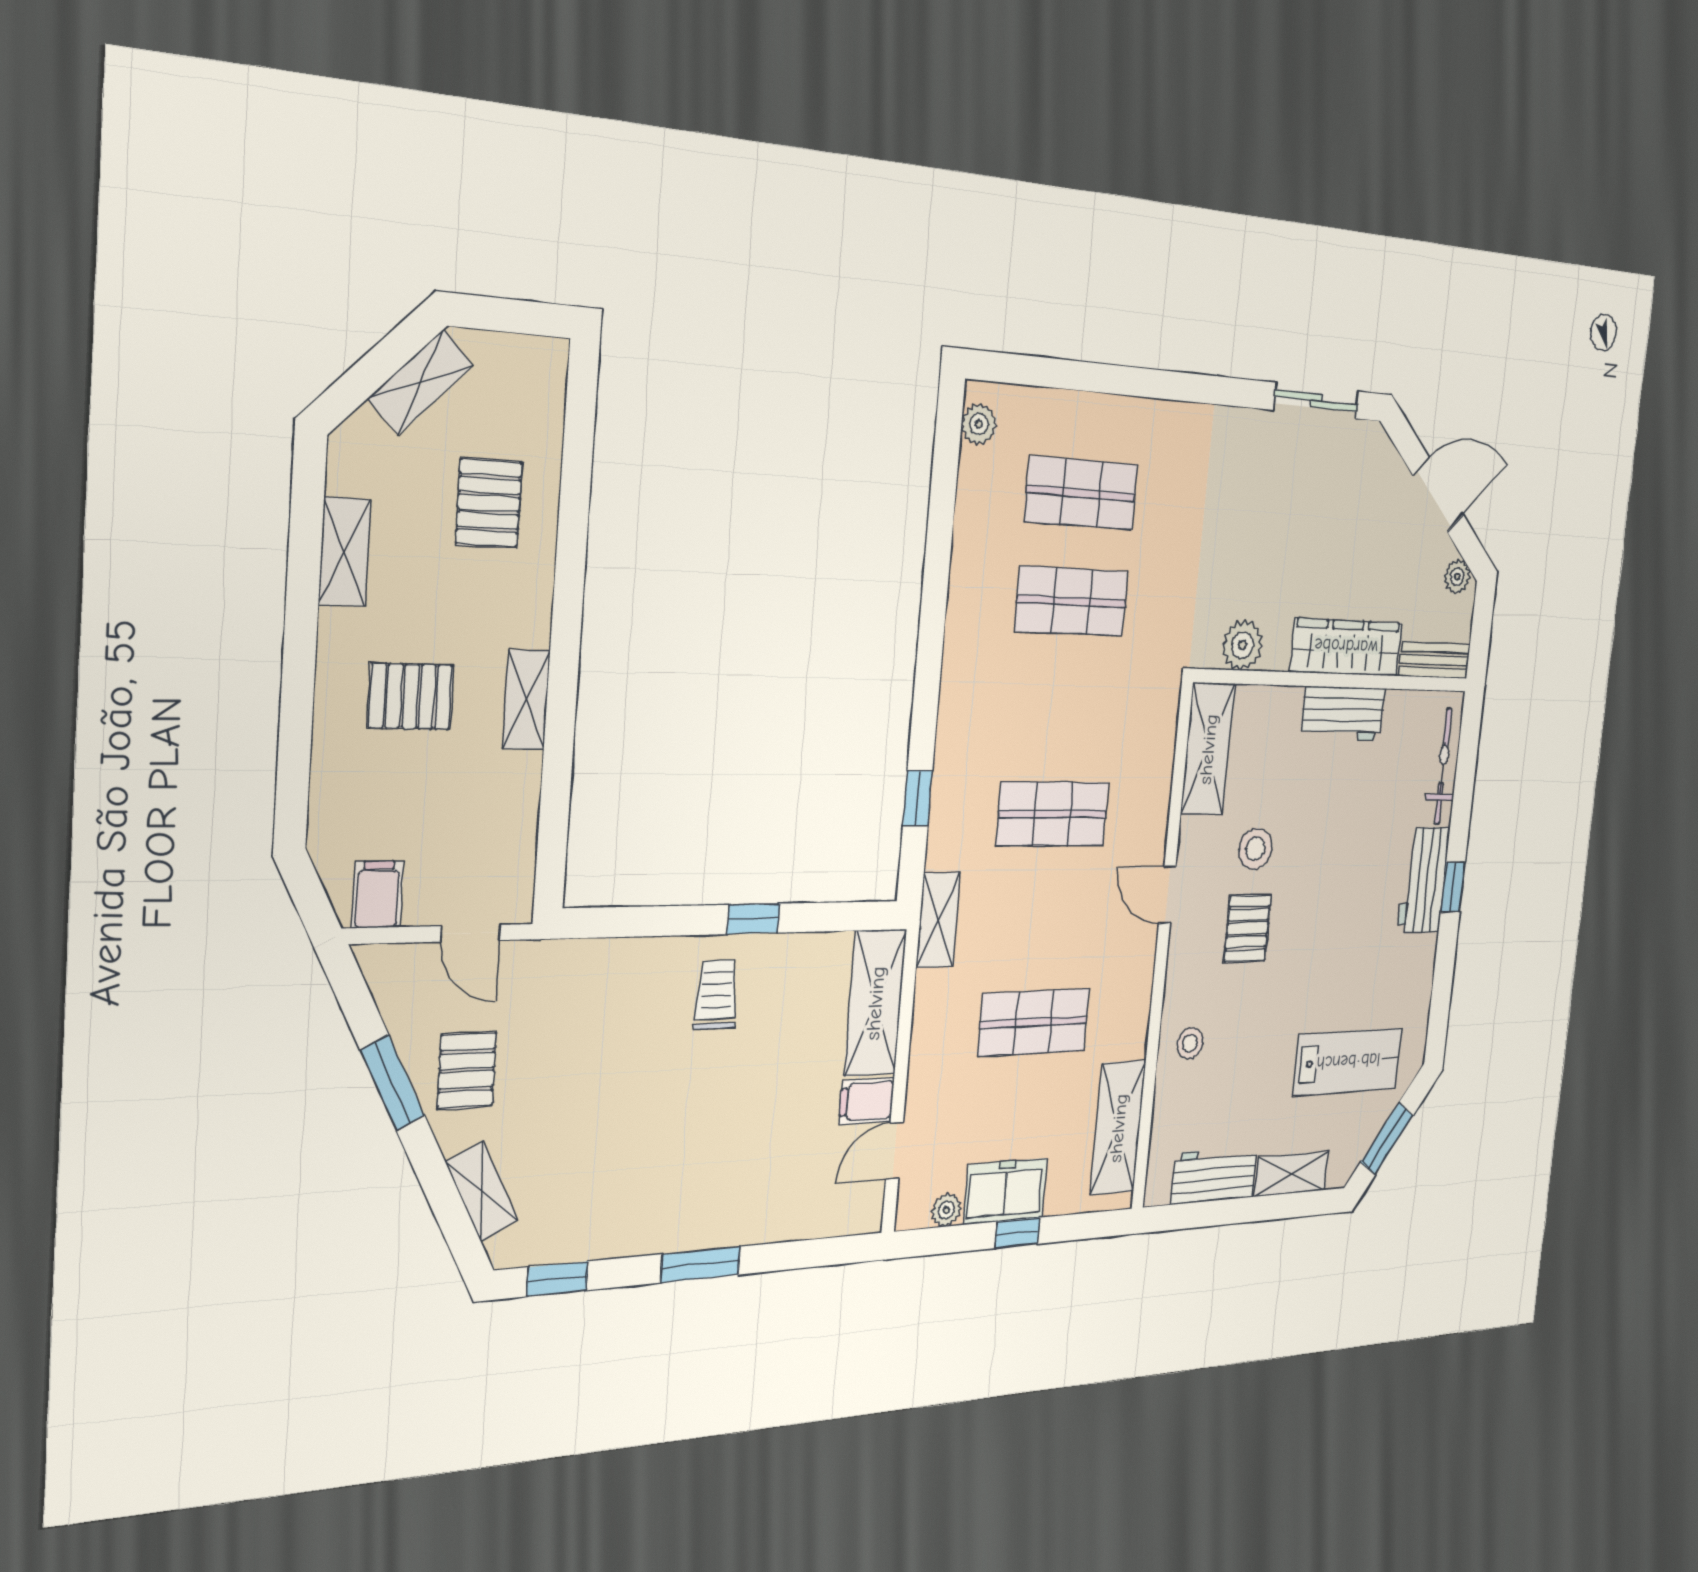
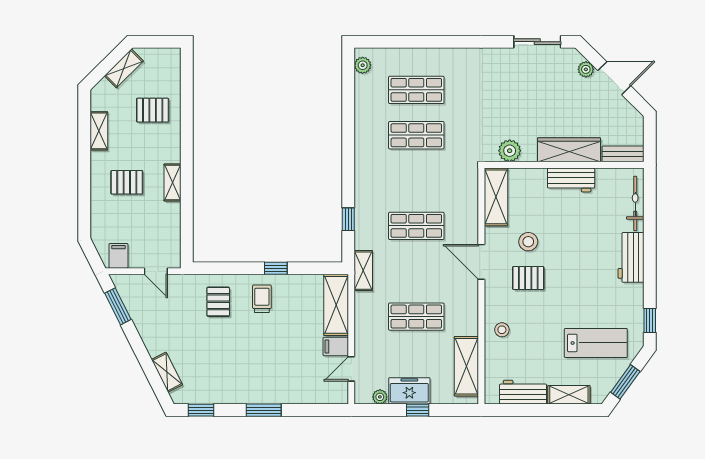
pallet: (489, 503) -> (153, 110), turned 90
plant: (1457, 577) -> (586, 69), moved
window: (1453, 887) -> (650, 321), moved
door: (1167, 895) -> (481, 262), width x1.38
pallet: (1247, 928) -> (528, 278), turned 90
pallet: (467, 1070) -> (218, 302), moved
window: (393, 1083) -> (118, 306), moved

